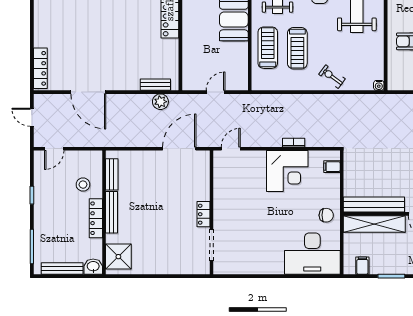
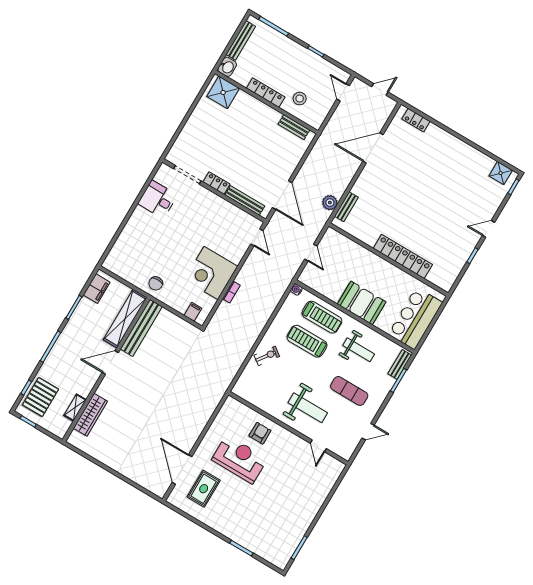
locker: (40, 68) -> (416, 120), width x0.66
water cooler: (379, 85) -> (296, 290), moved
bench: (112, 212) -> (245, 200), moved
desk: (312, 254) -> (158, 199), moved, width x0.53, depth x0.77
filing cabinet: (362, 266) -> (97, 289), width x2.00

